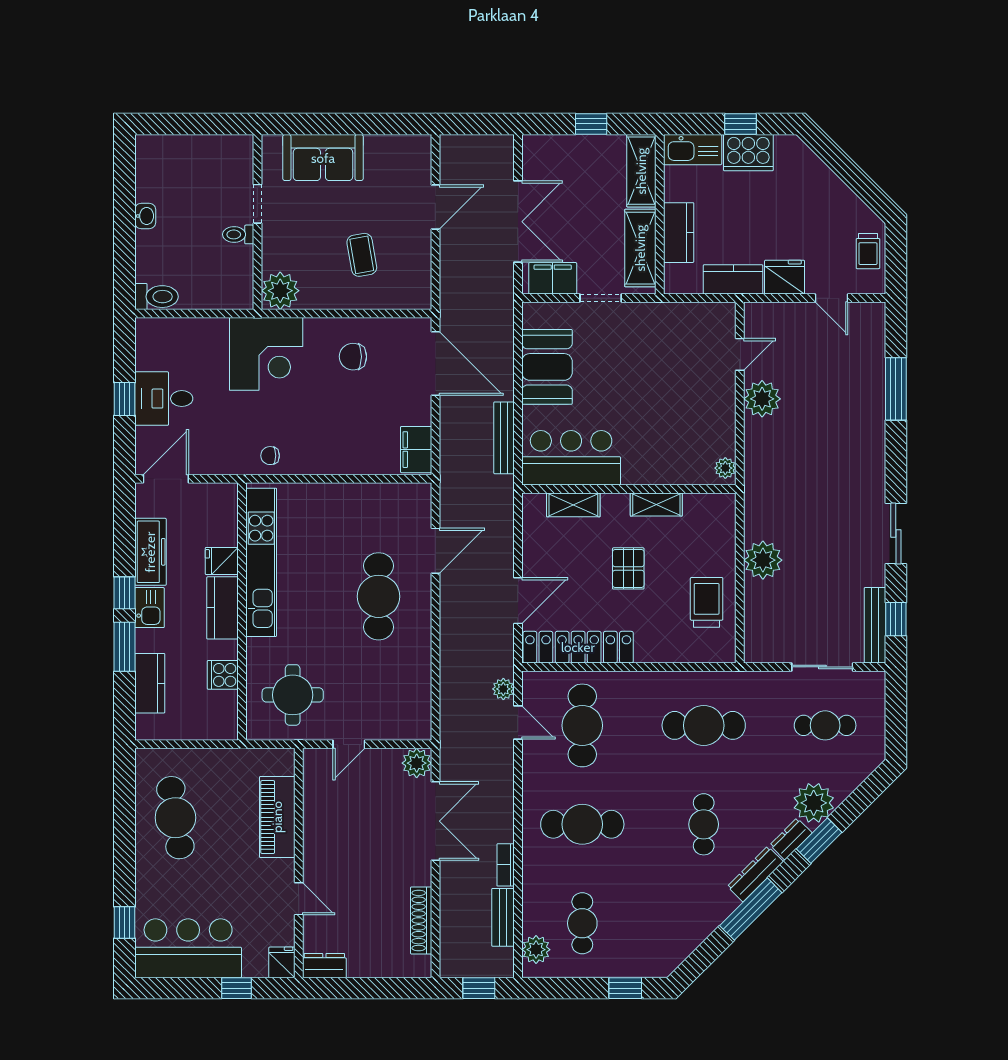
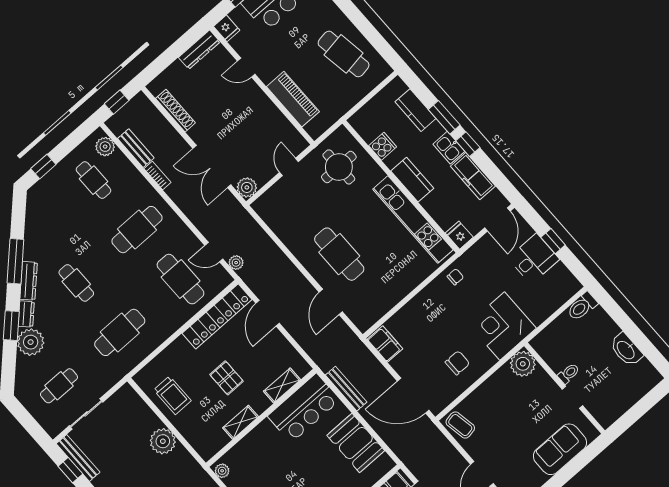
washbasin: (145, 216) -> (626, 350), width x1.91, depth x1.45
coffee table: (362, 255) -> (460, 425), moved
fridge: (222, 561) -> (459, 235), moved, turned -90
dresser: (324, 966) -> (199, 50), width x1.44

